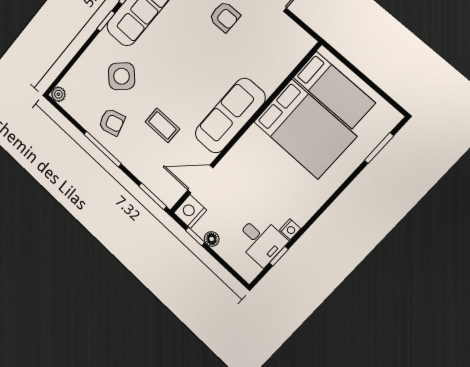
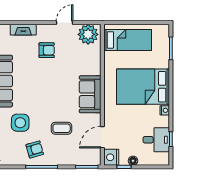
plant: (291, 40) -> (88, 34), added
side table: (122, 76) -> (20, 123), turned 45
sofa: (230, 116) -> (90, 94), width x0.73
bed: (305, 129) -> (143, 87), moved, turned 180
nightstand: (290, 229) -> (165, 110), moved

